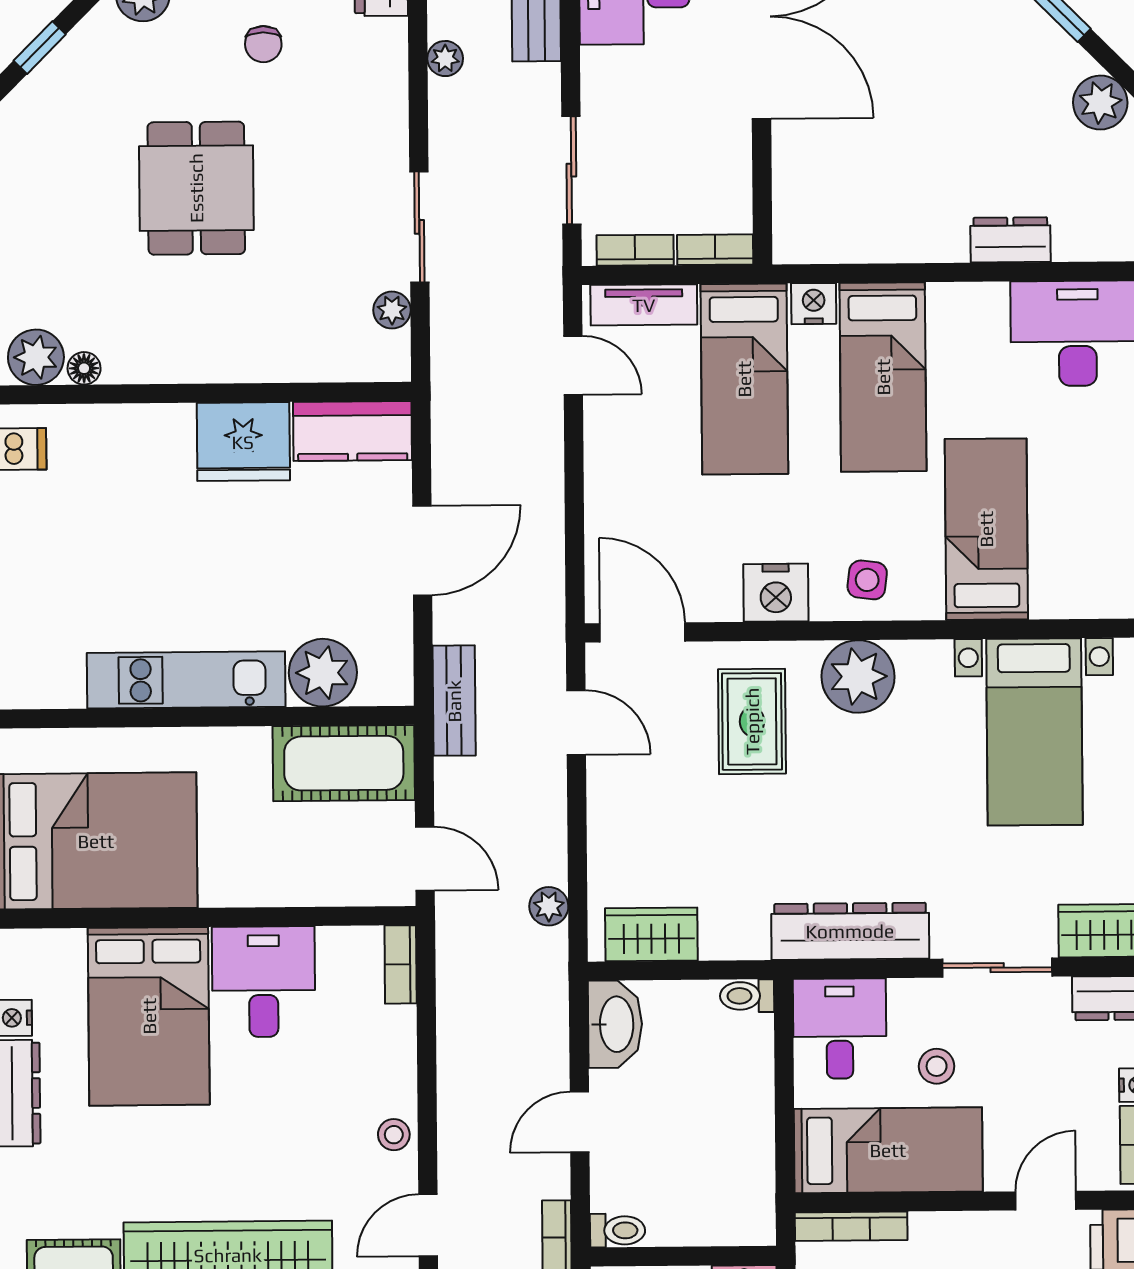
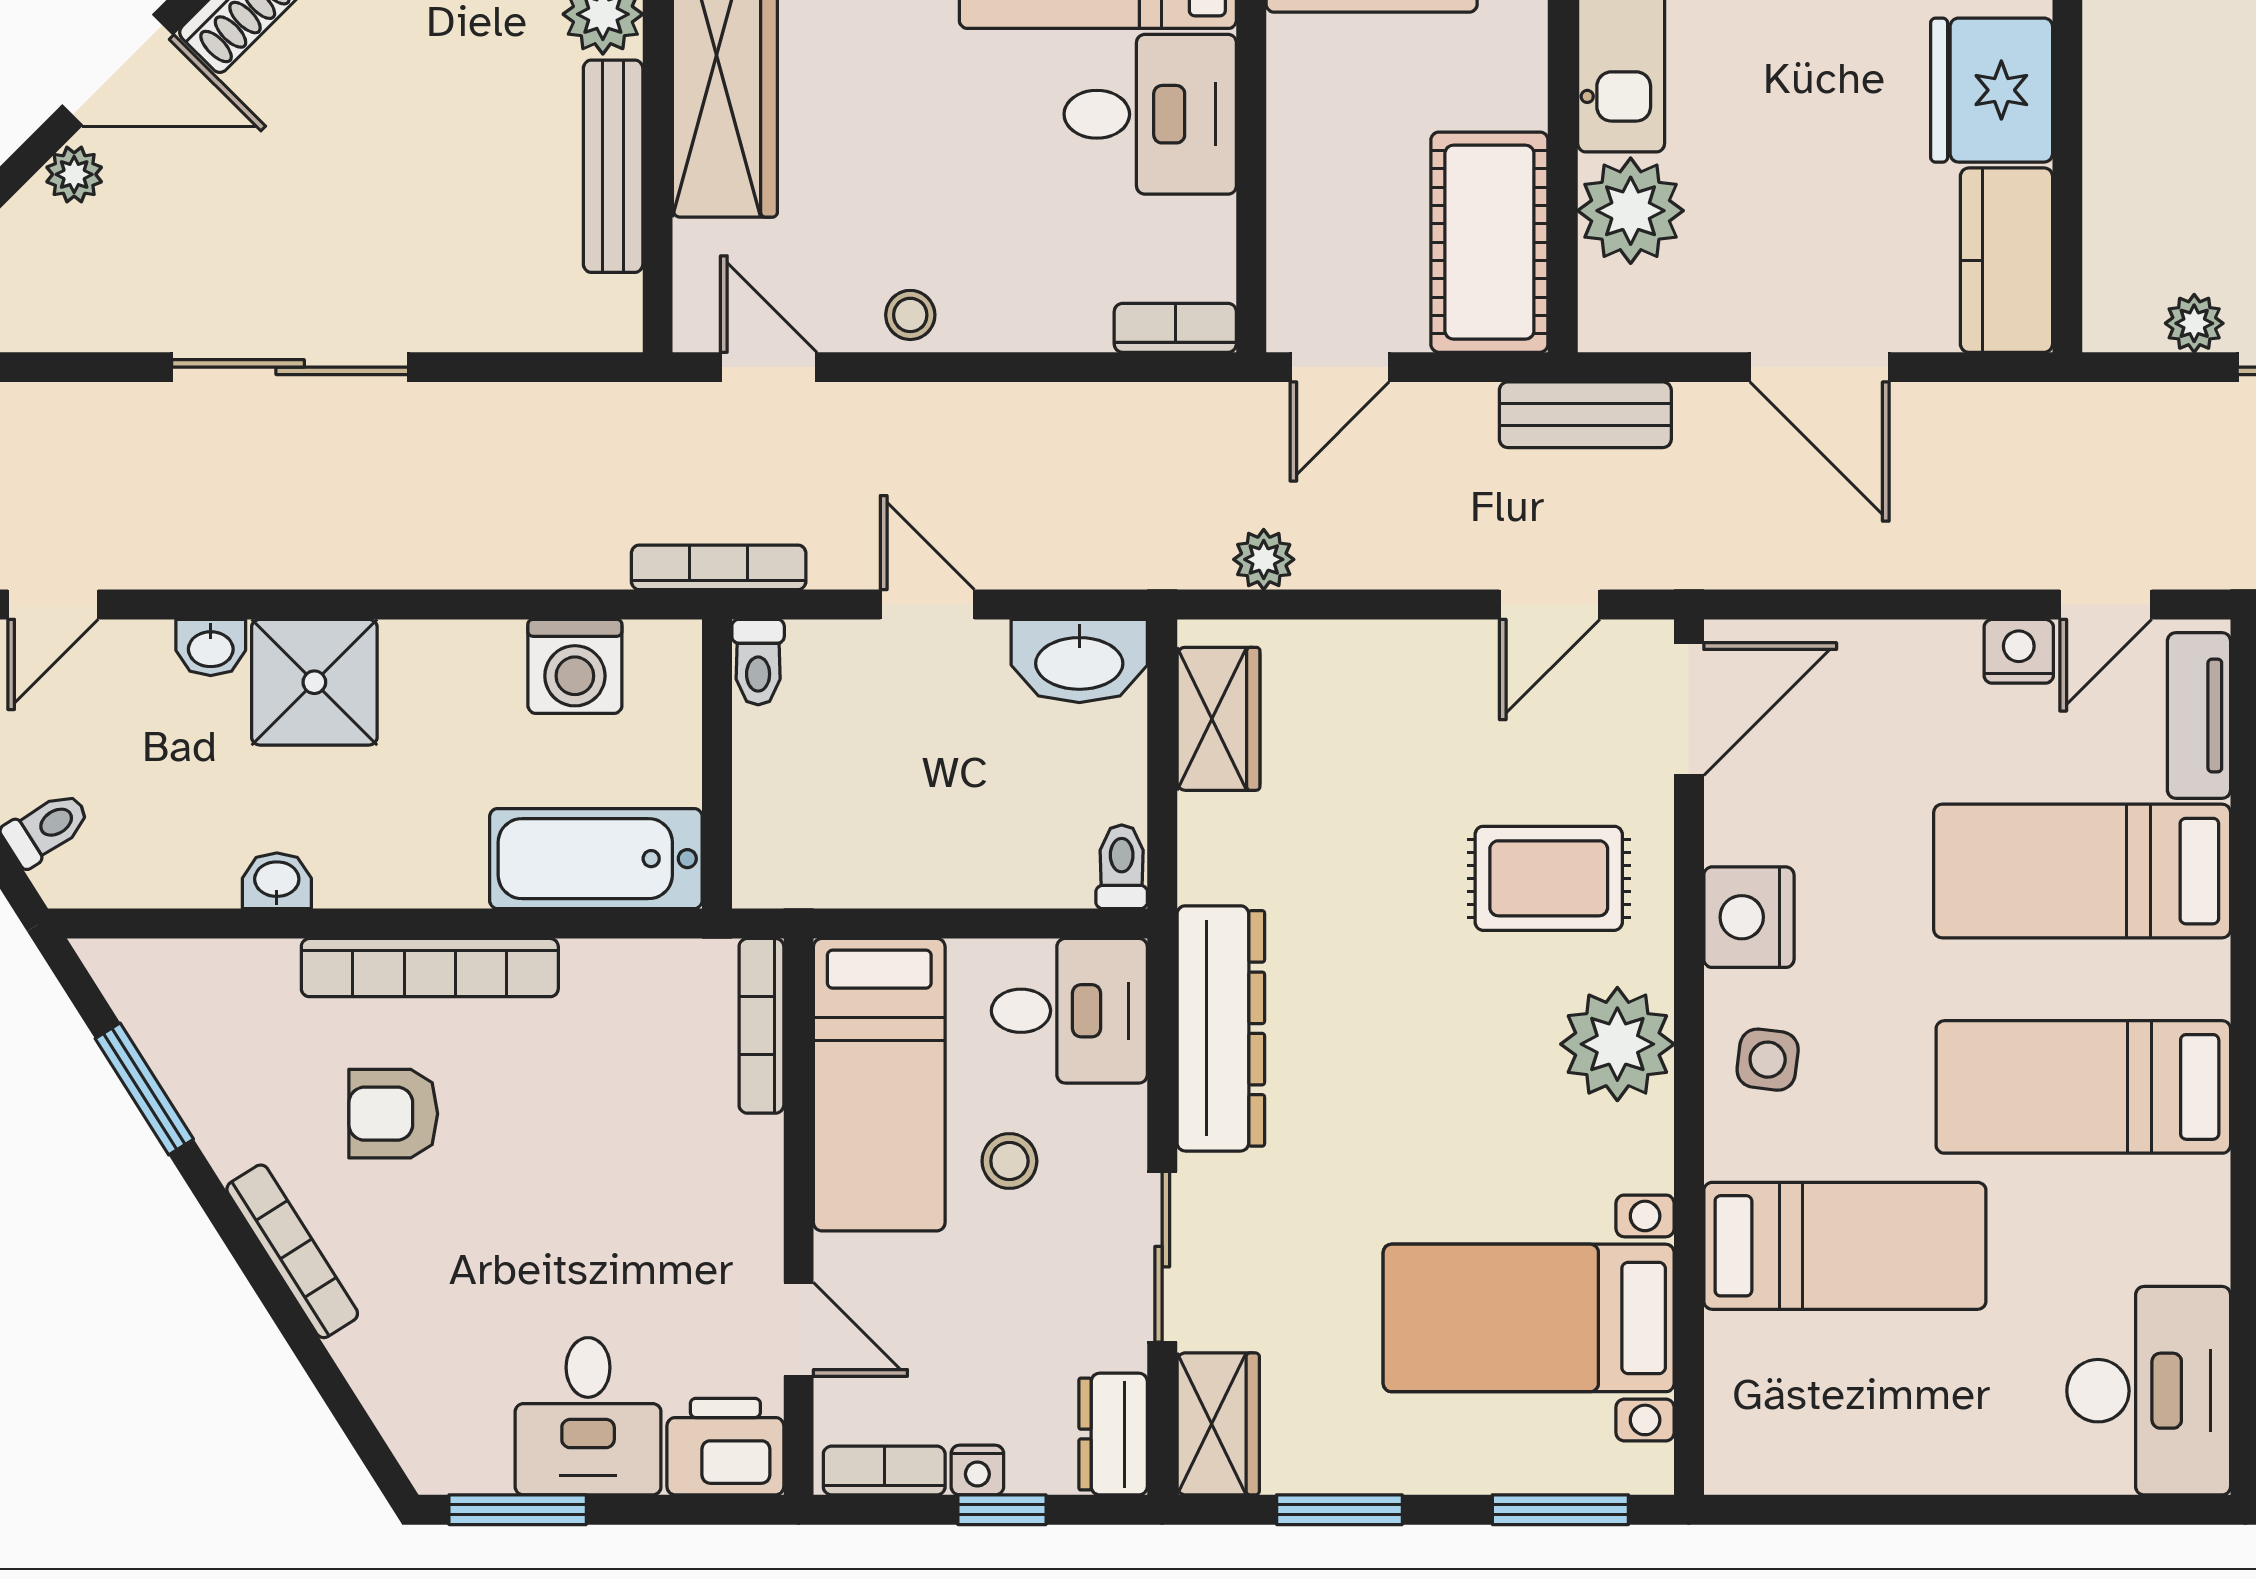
nightstand: (814, 304) -> (2019, 651), moved, turned -90

